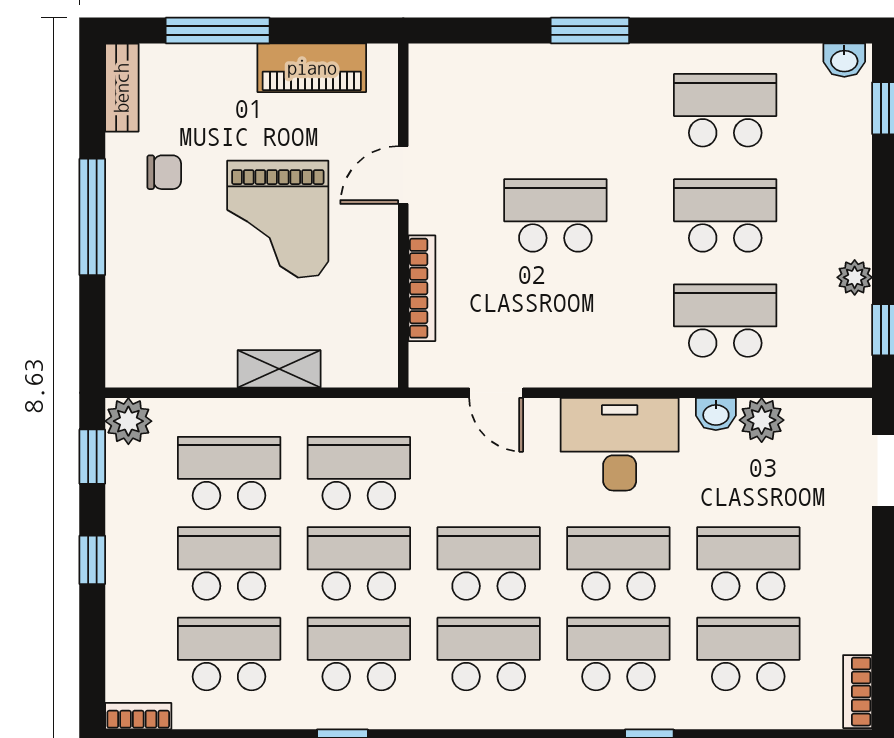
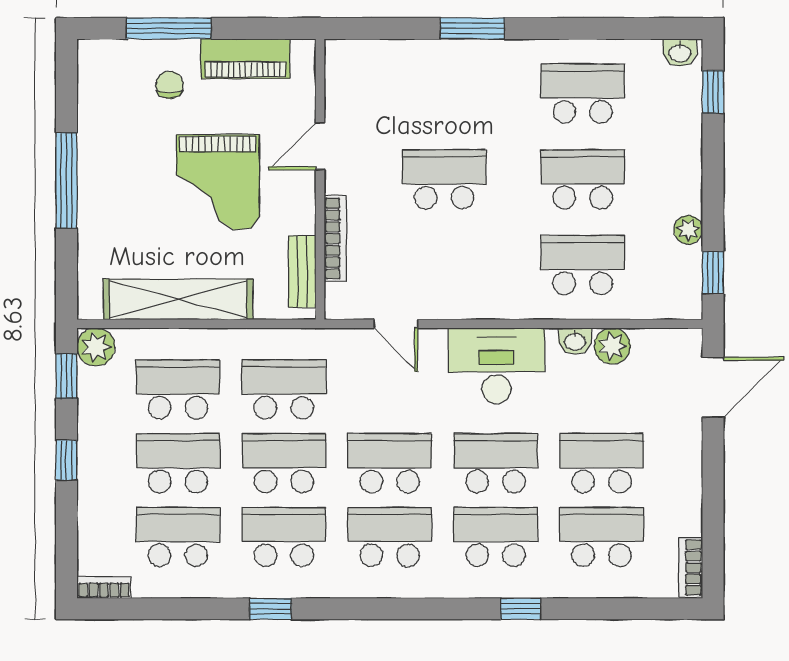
bench: (122, 88) -> (302, 272), moved
chair: (164, 172) -> (170, 85), moved, turned -89
shelving: (279, 369) -> (178, 299), width x2.20, depth x1.33

